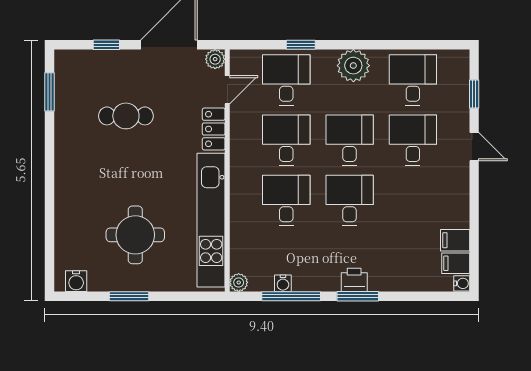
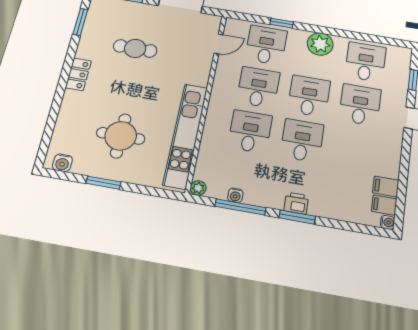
plant: (215, 59) -> (214, 22), removed
locker: (214, 129) -> (78, 74), moved, turned 180

